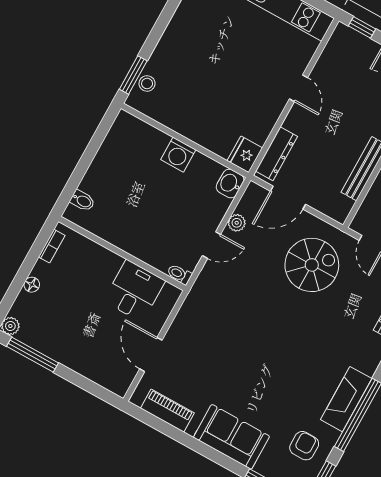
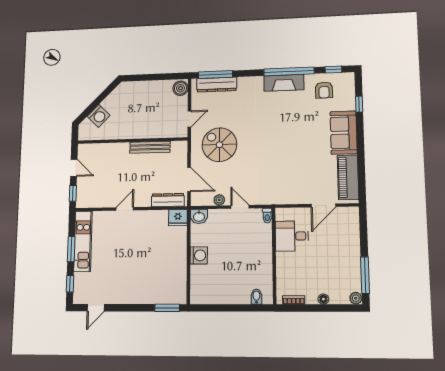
stool: (147, 83) -> (168, 297), removed
piano: (167, 411) -> (348, 177), width x1.37, depth x1.33
armchair: (304, 446) -> (324, 90), turned -90

